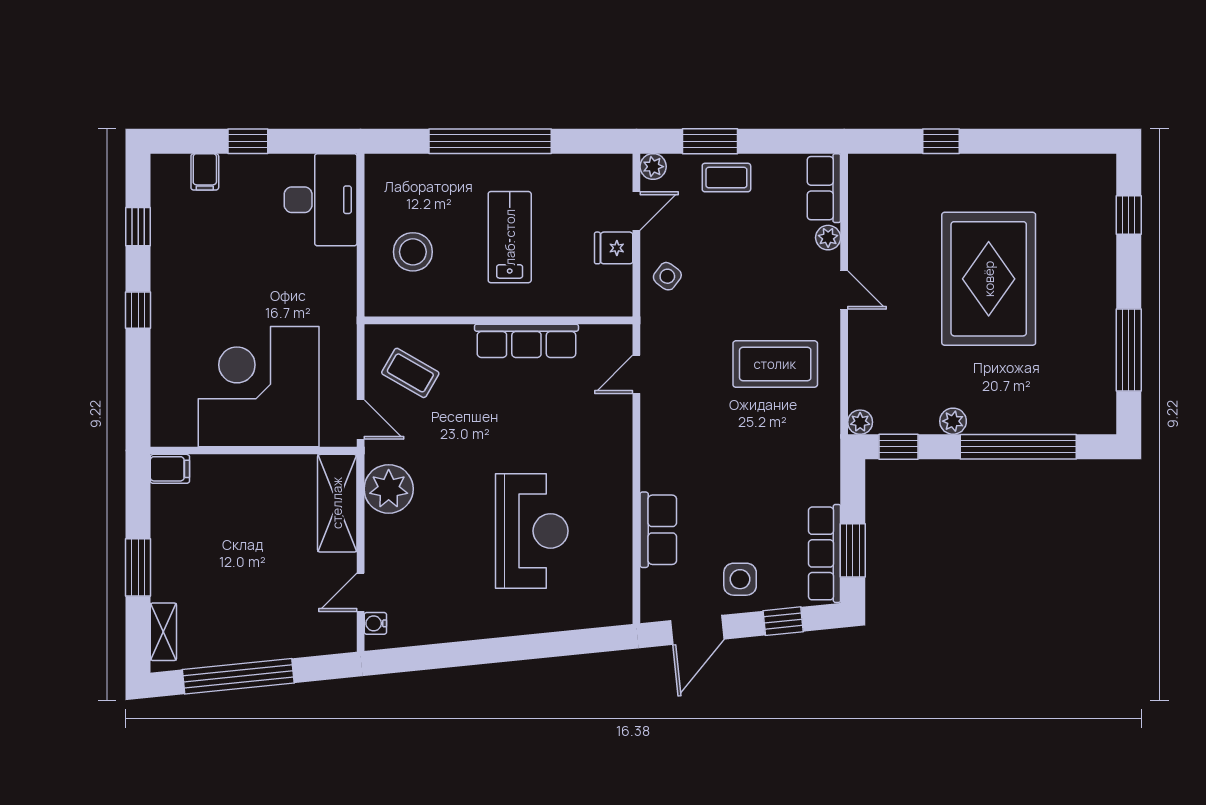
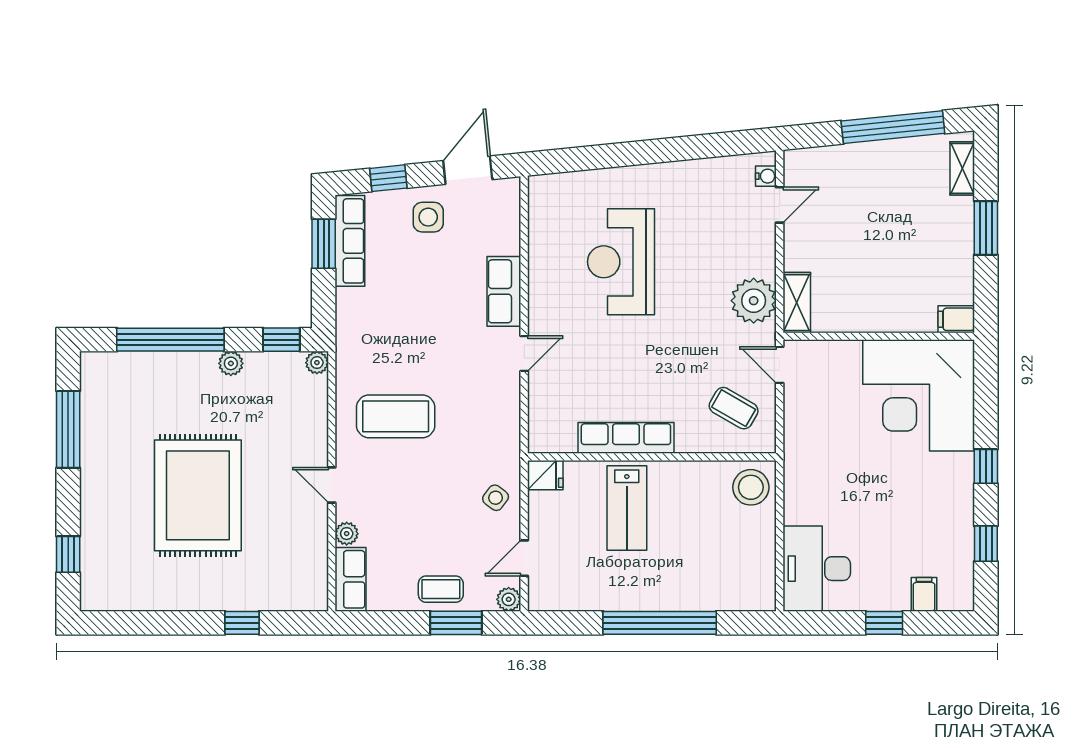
lab bench: (510, 237) -> (627, 508), moved
fridge: (614, 248) -> (545, 475), moved
stool: (413, 252) -> (751, 487), moved
door: (636, 374) -> (524, 354), moved
corner desk: (259, 387) -> (919, 395), moved, turned 90
shelving: (337, 503) -> (797, 303), width x0.67, depth x0.75
row of seats: (658, 530) -> (504, 291), moved

